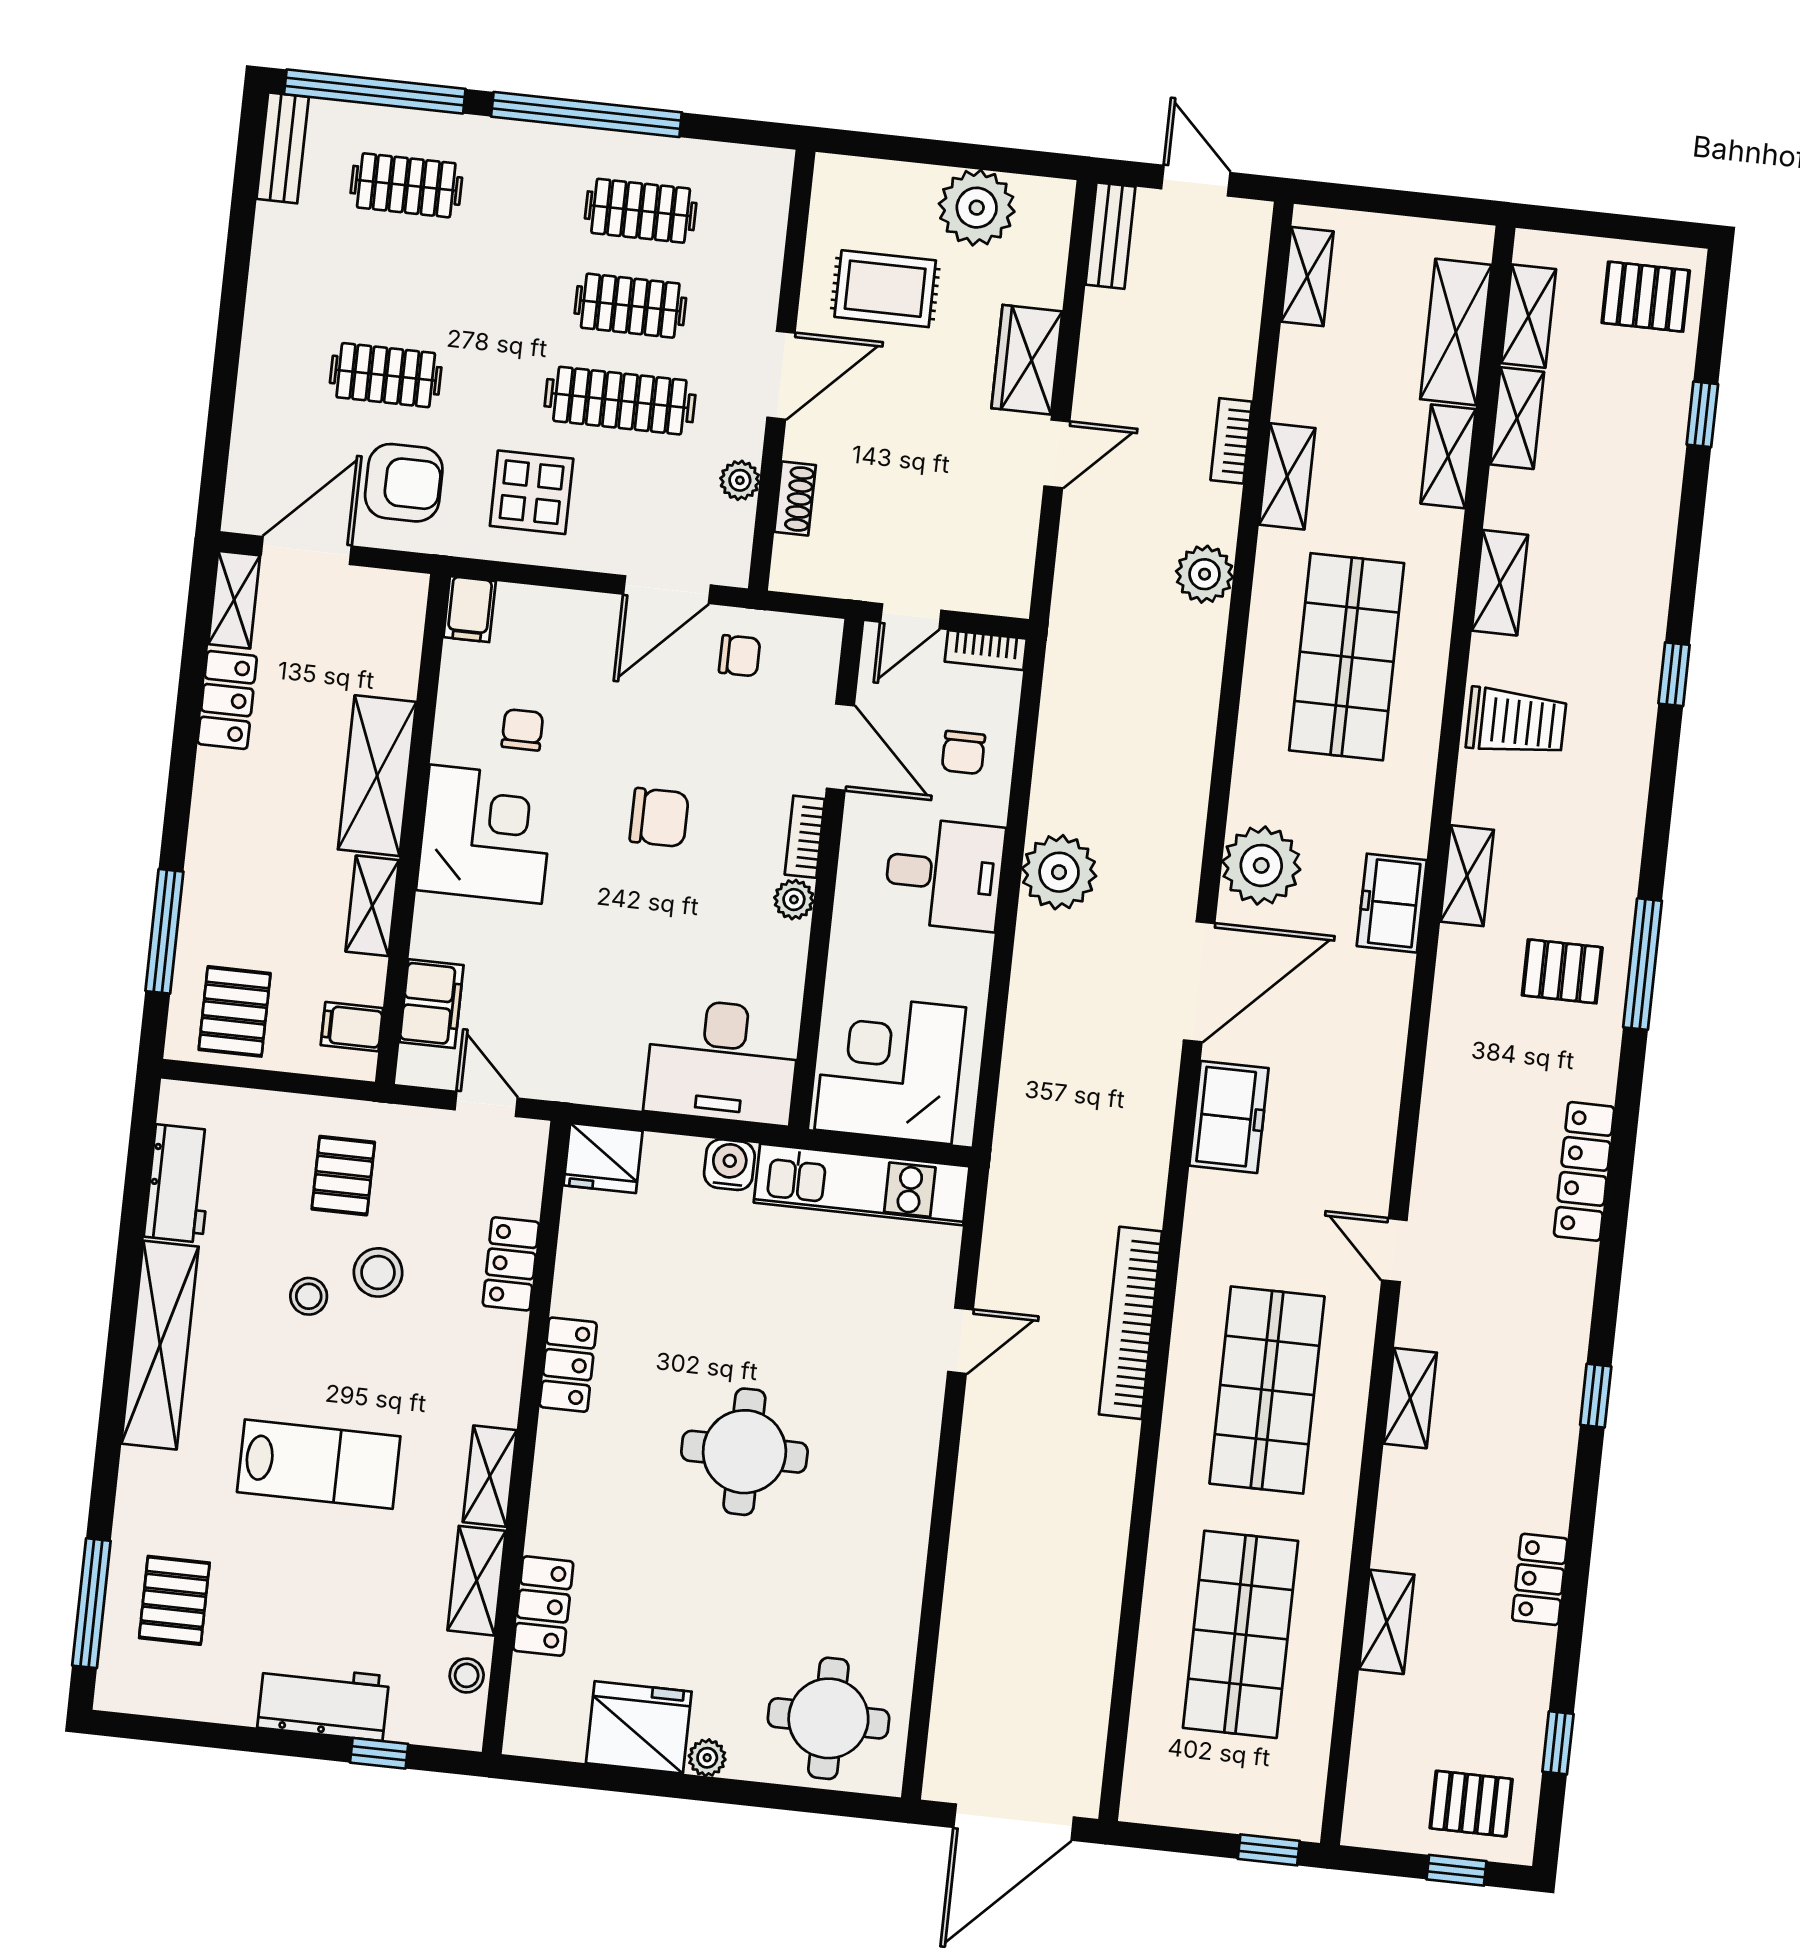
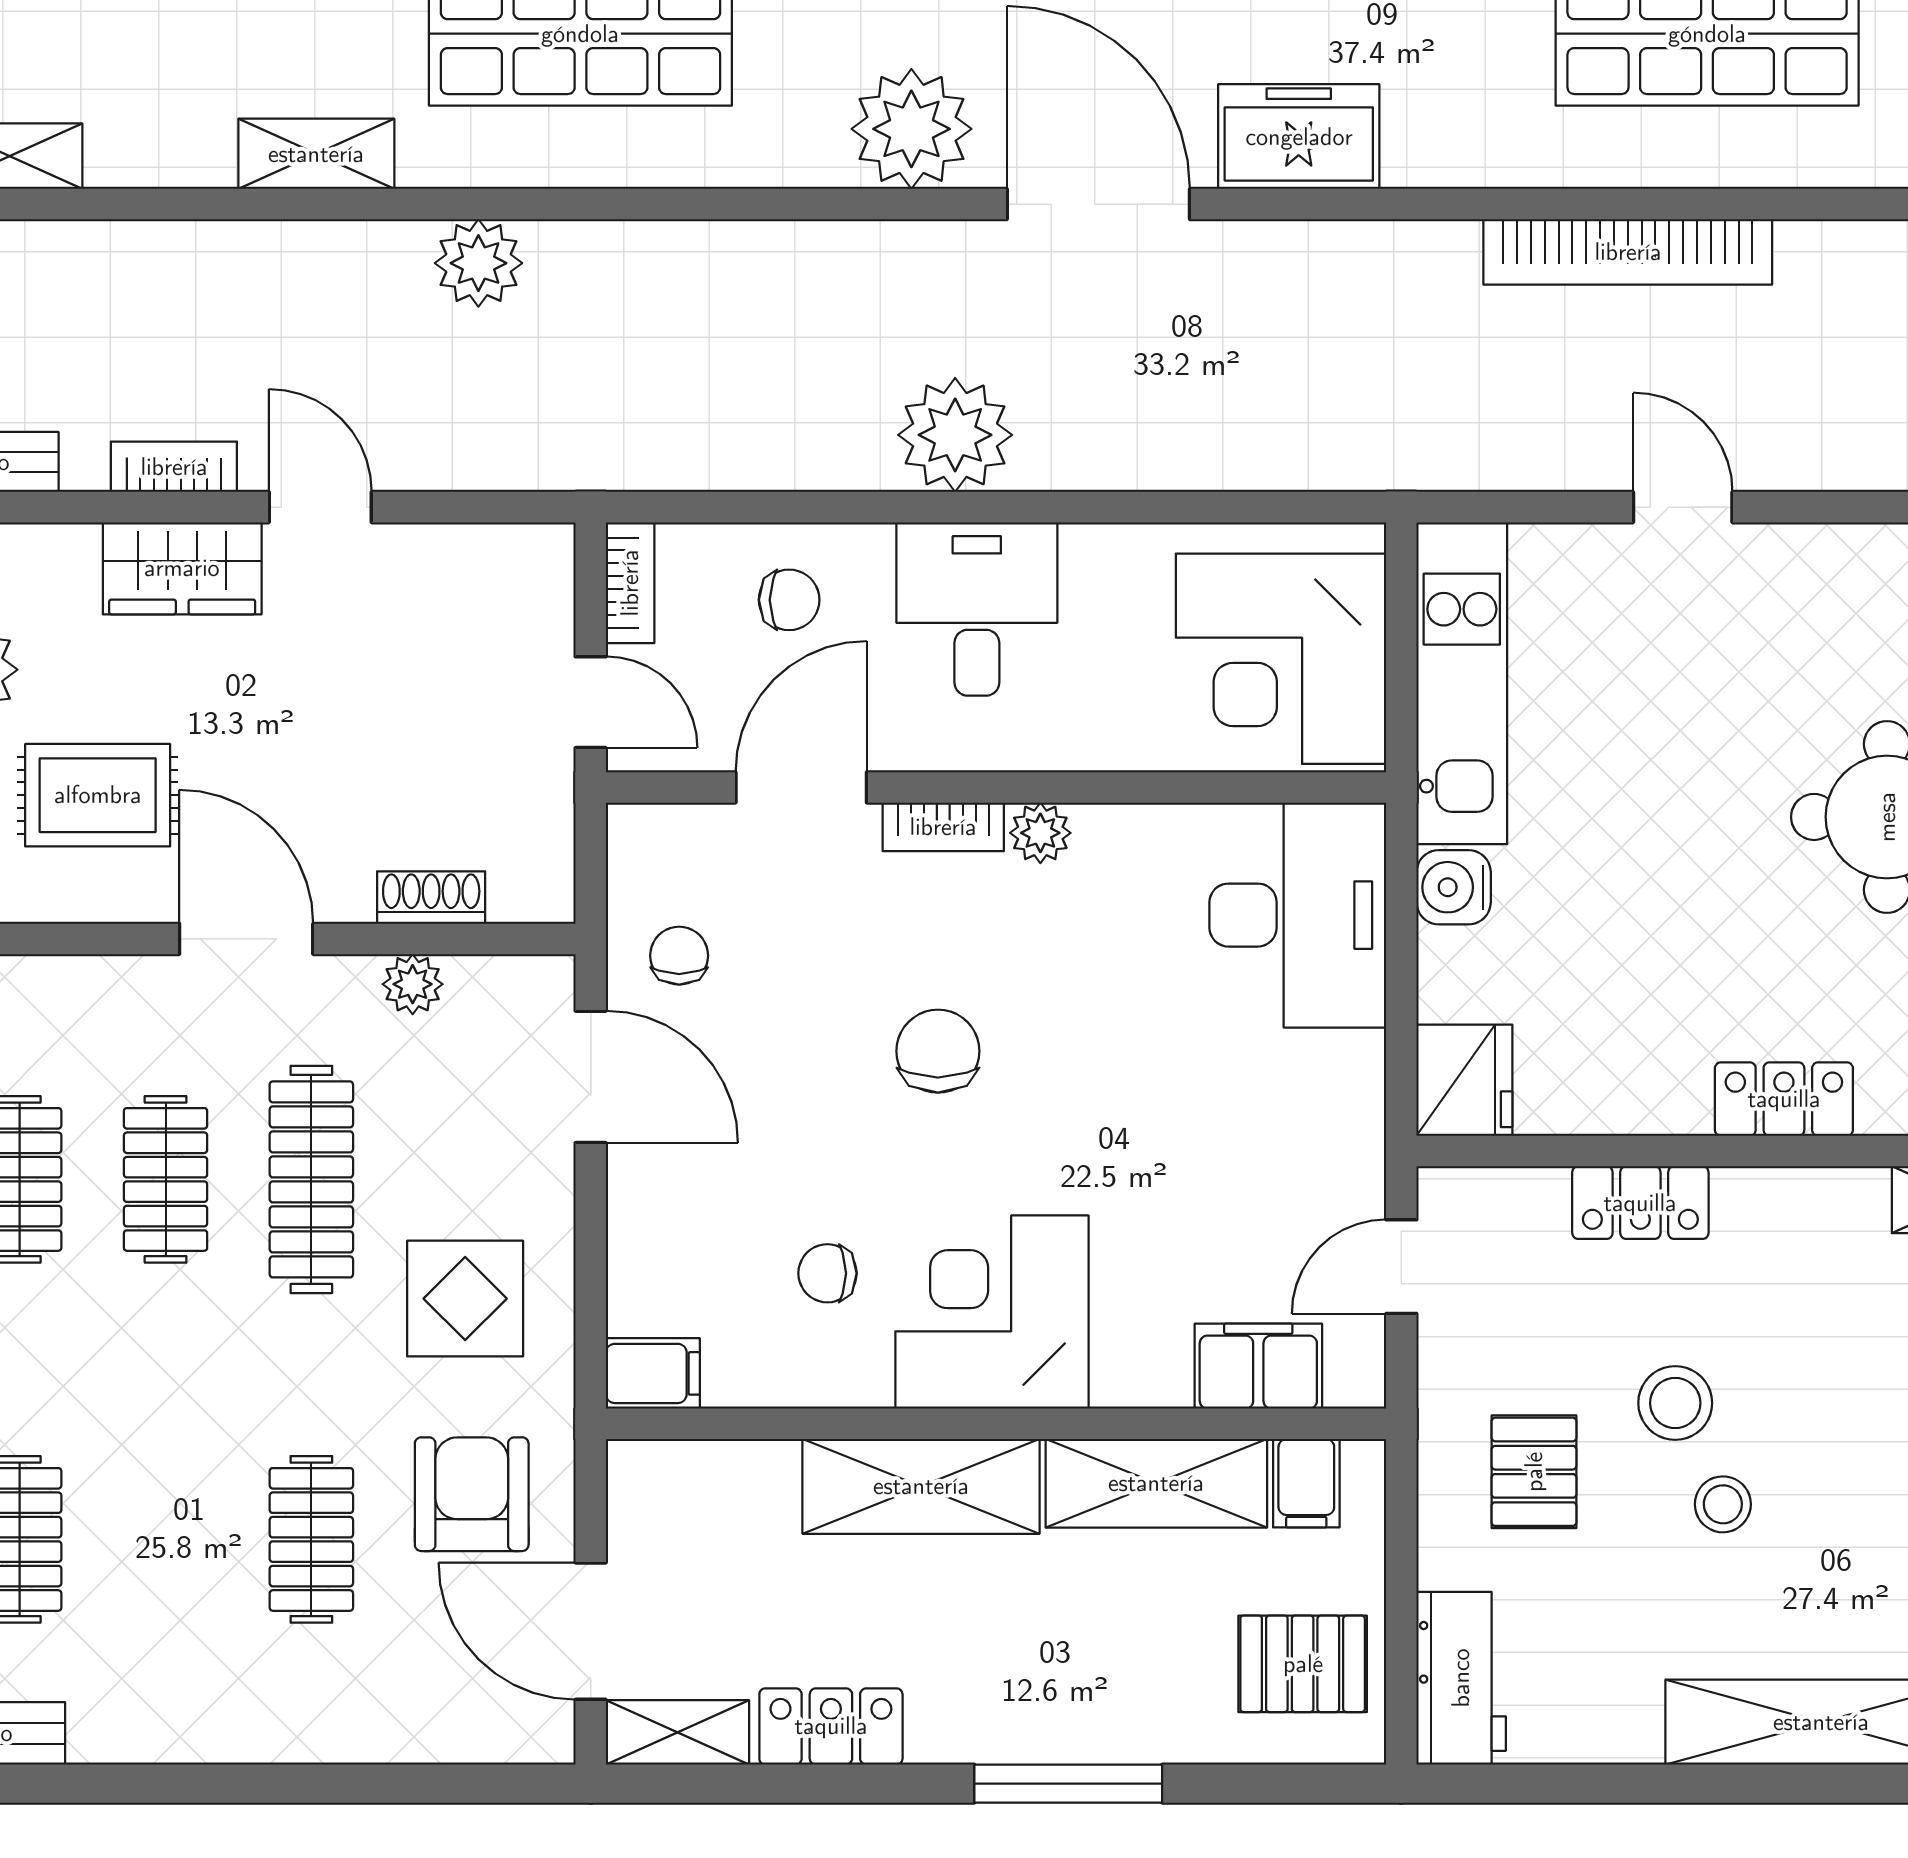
rug: (885, 289) -> (98, 795), turned 90
bookcase: (1231, 441) -> (174, 467), moved, turned 180
shelving: (372, 906) -> (1156, 1483), width x1.50, depth x1.33
window: (164, 931) -> (1068, 1784), moved
pallet: (343, 1176) -> (1534, 1472), turned 90
workbench: (179, 1183) -> (1461, 1678), moved, turned 90

